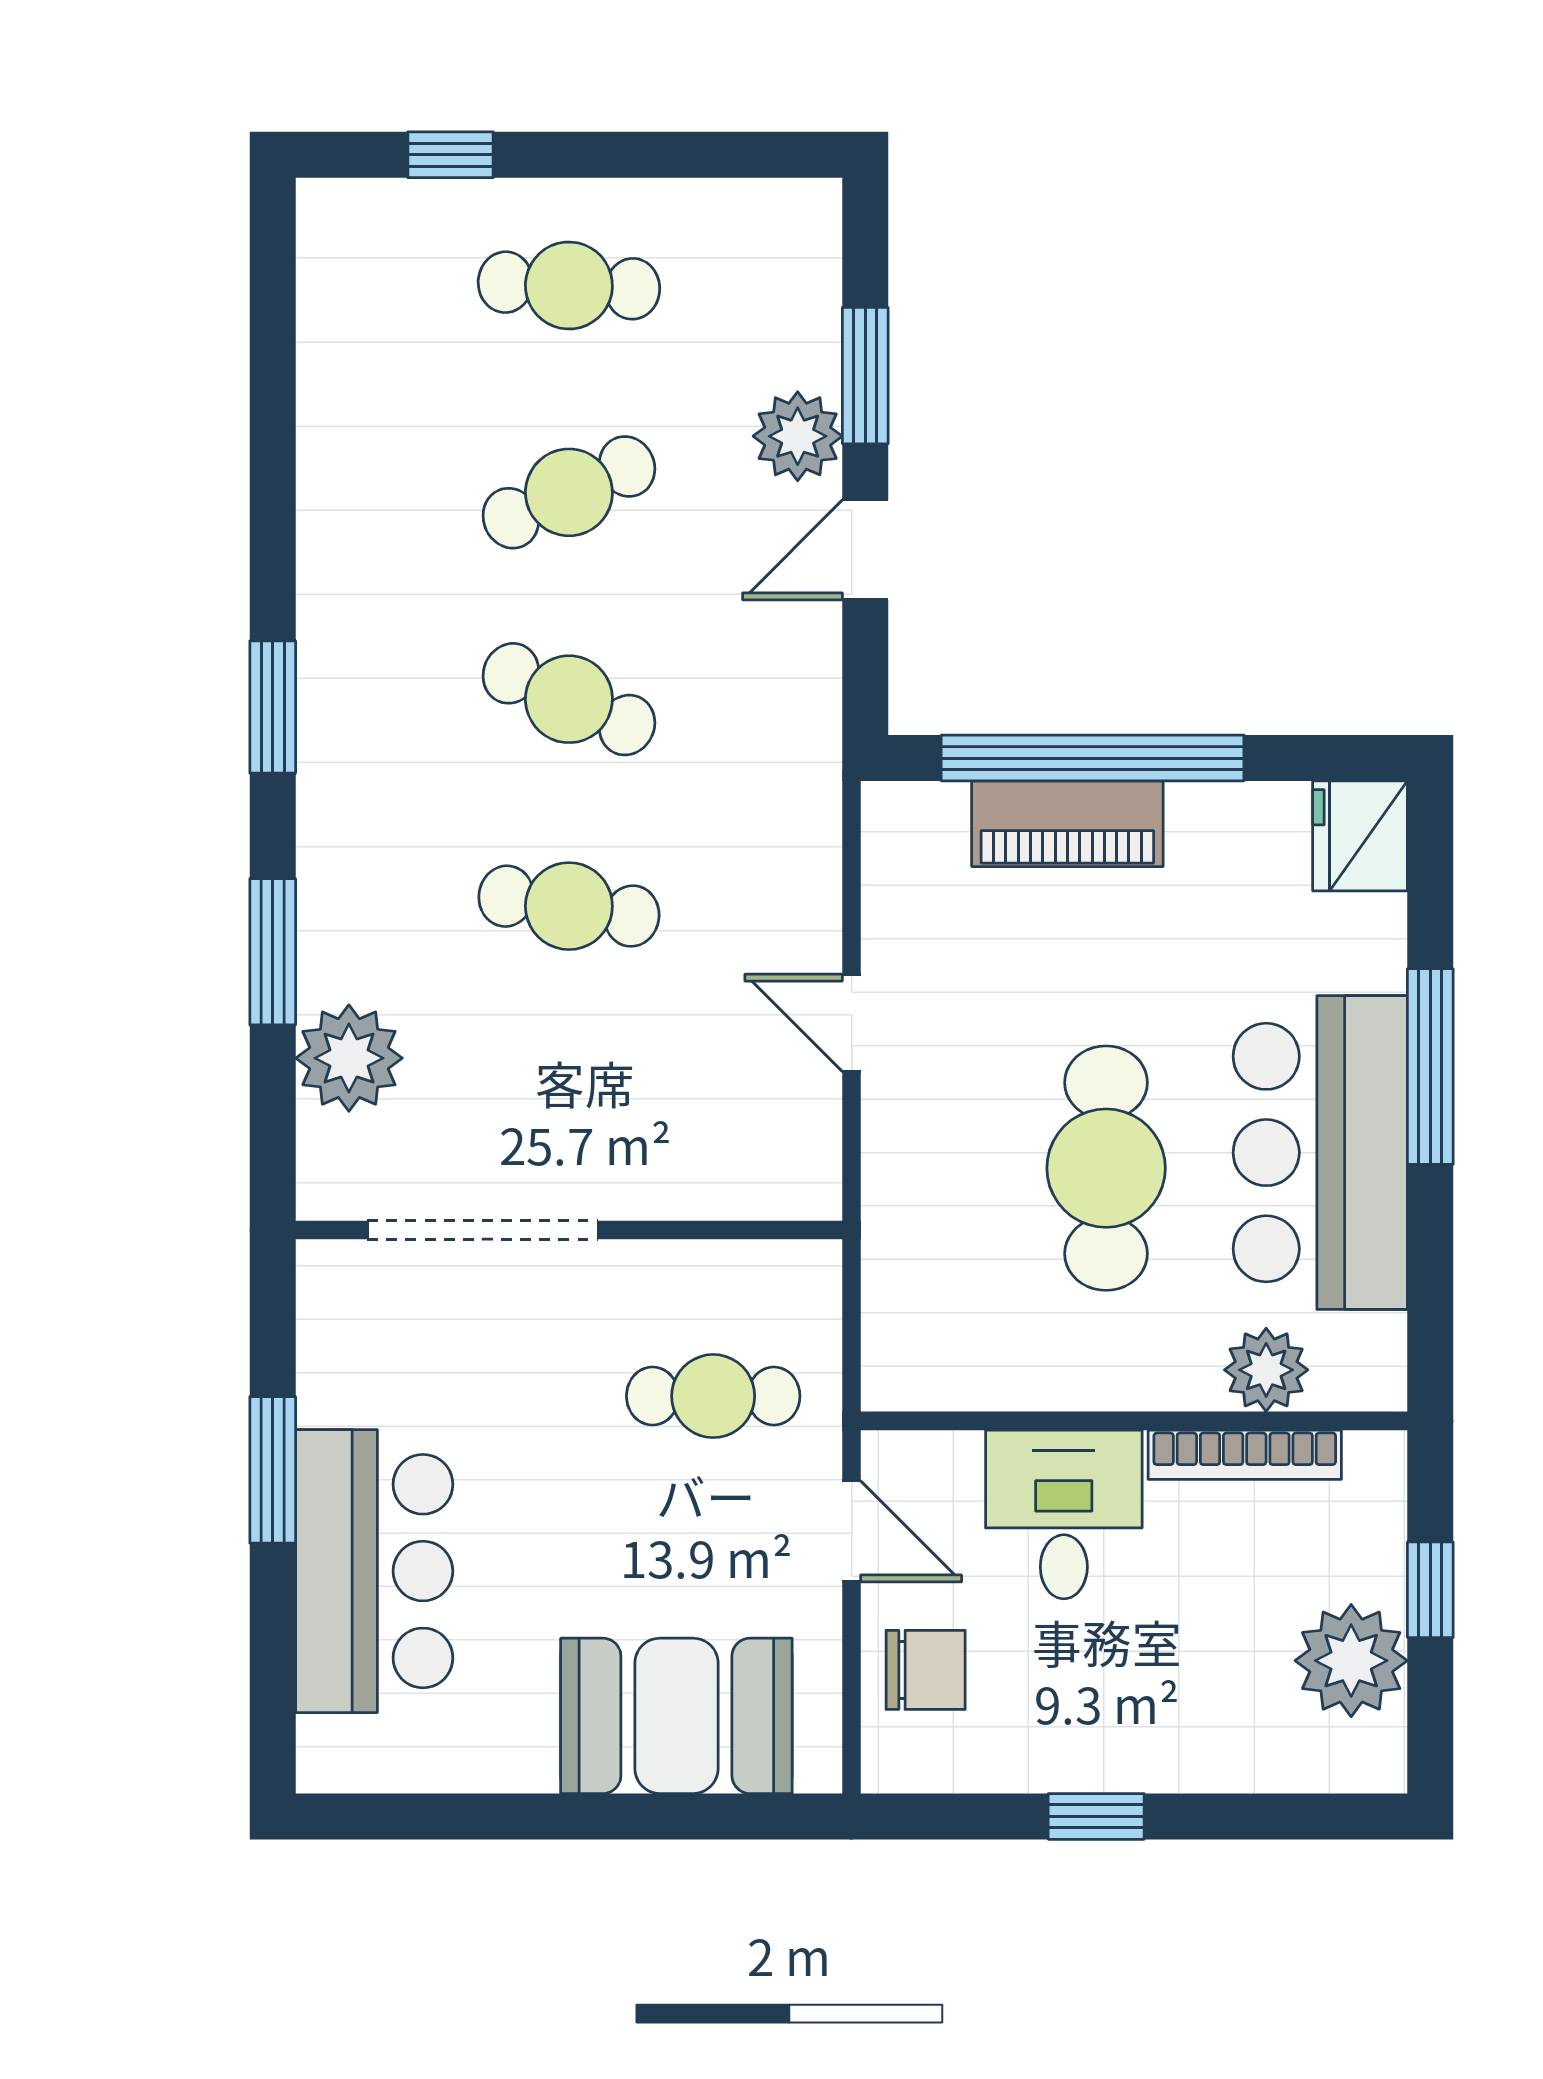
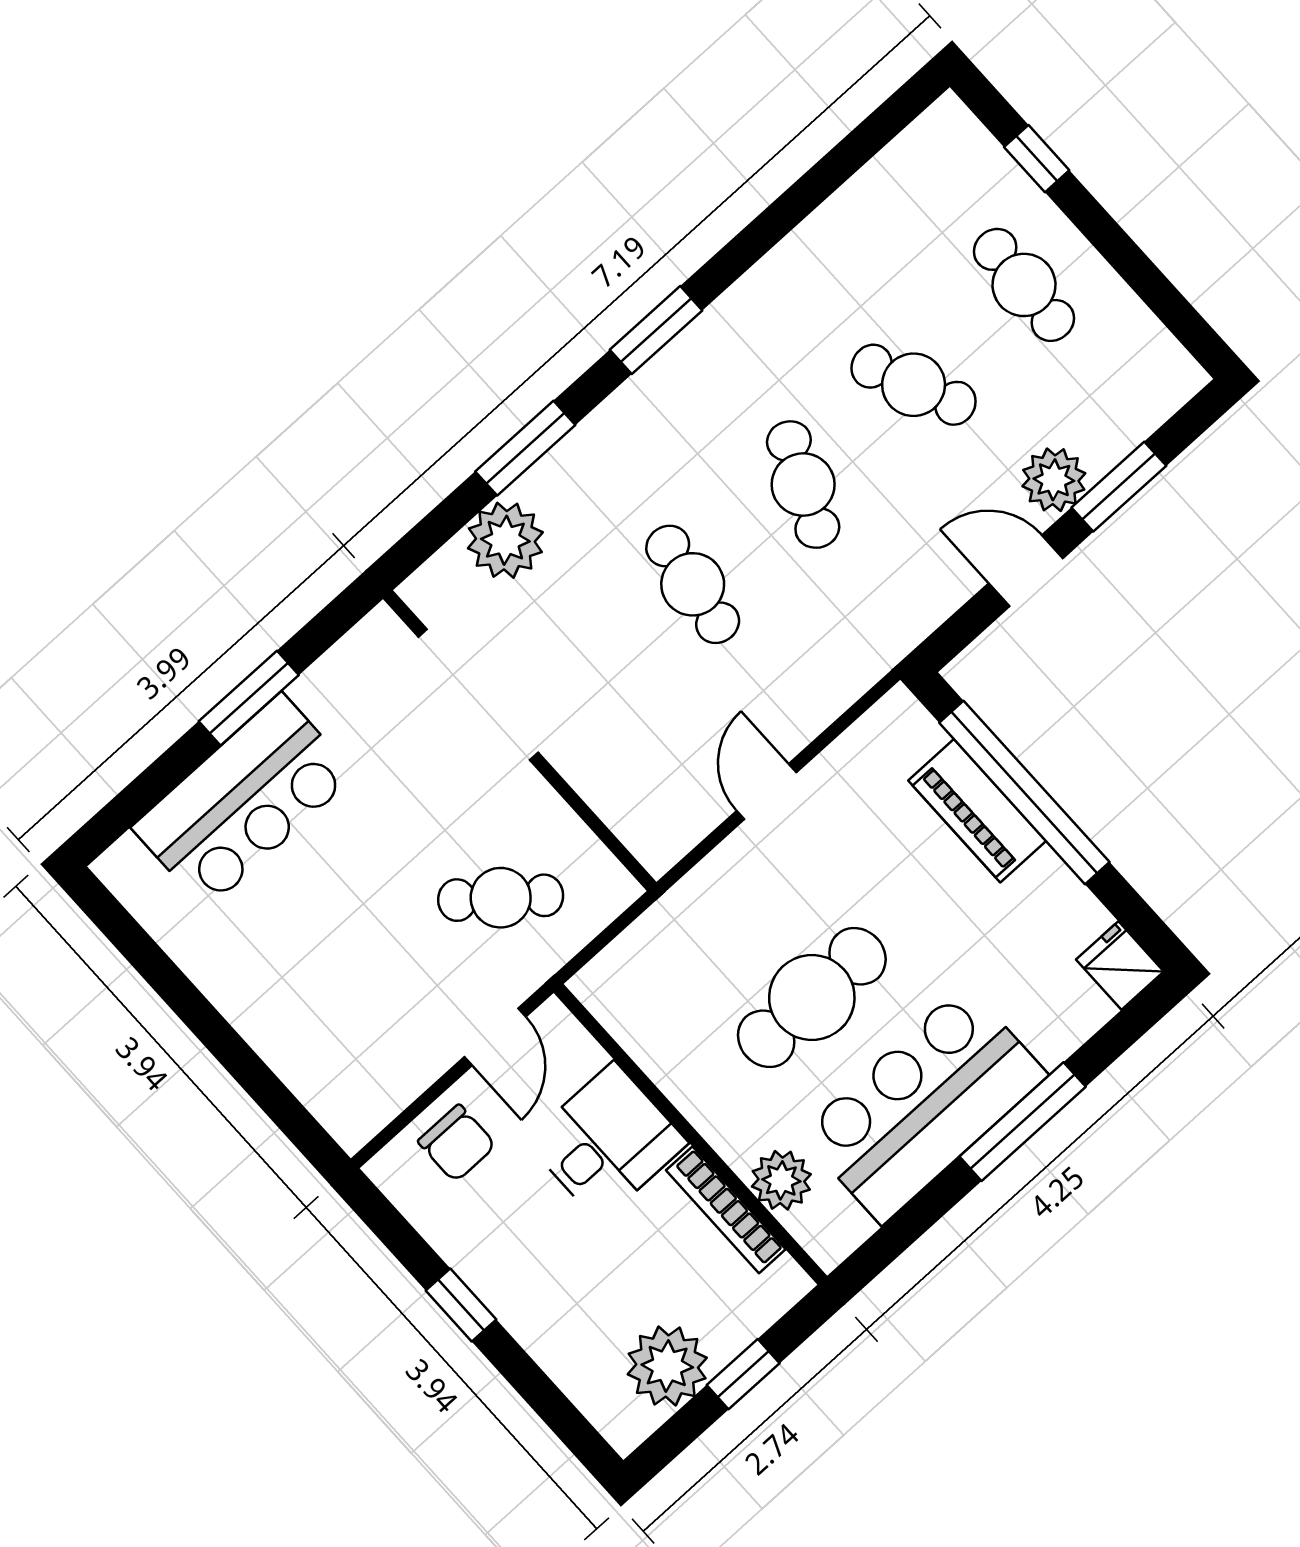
fridge: (1360, 836) -> (1120, 966), width x0.72
cafe table: (713, 1396) -> (501, 898), turned -51
booth: (676, 1716) -> (312, 1032), removed

